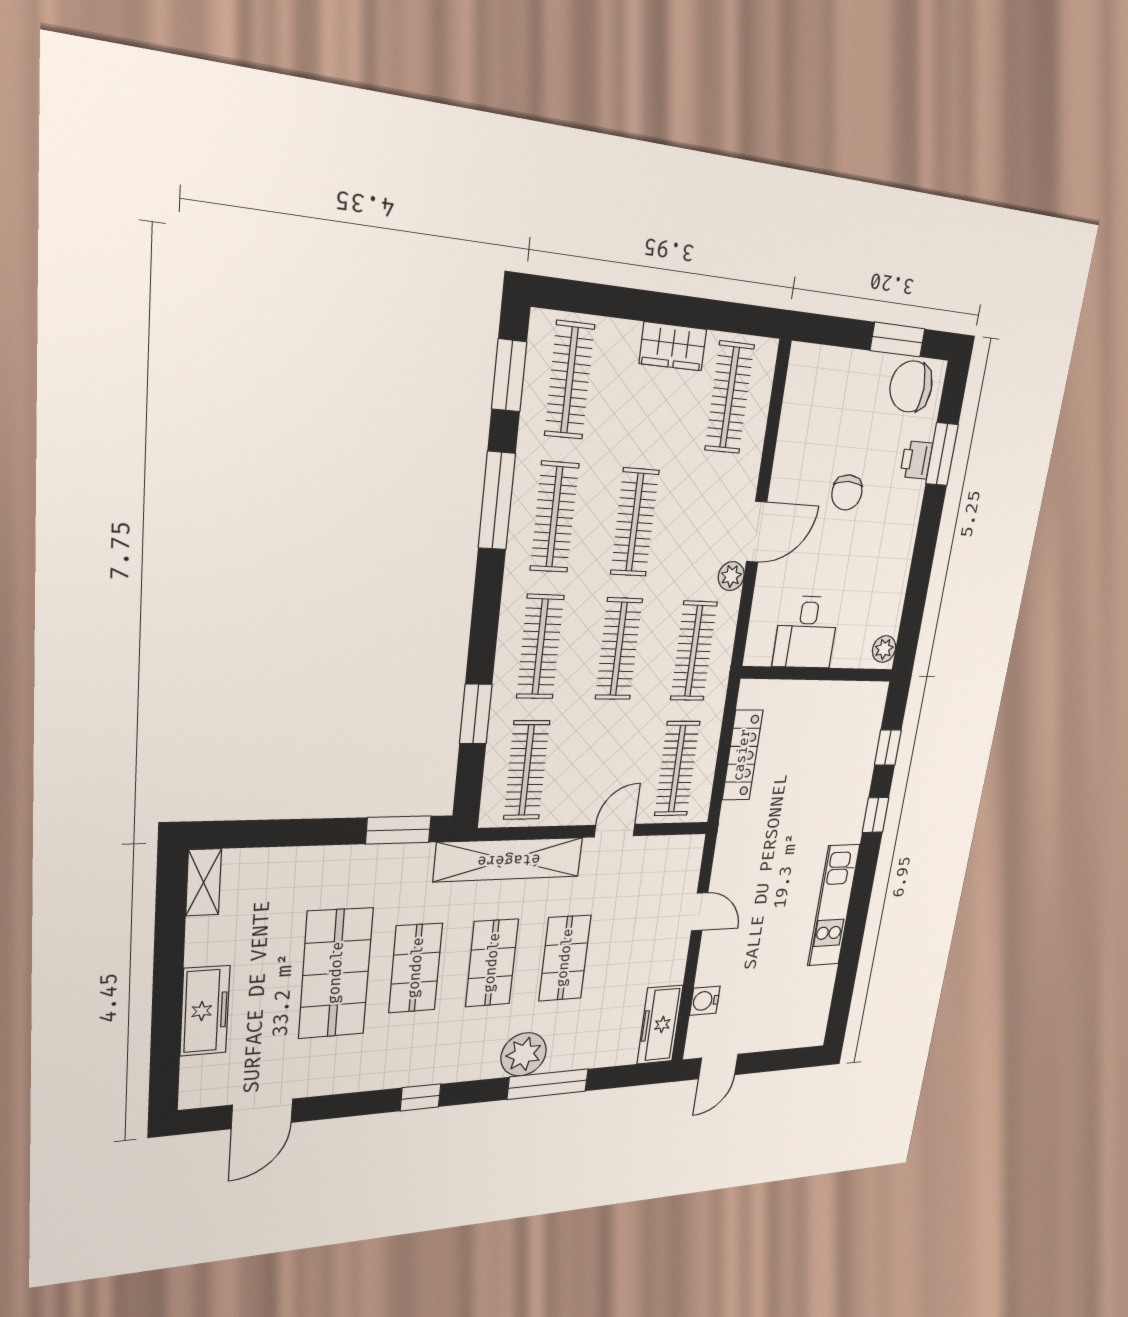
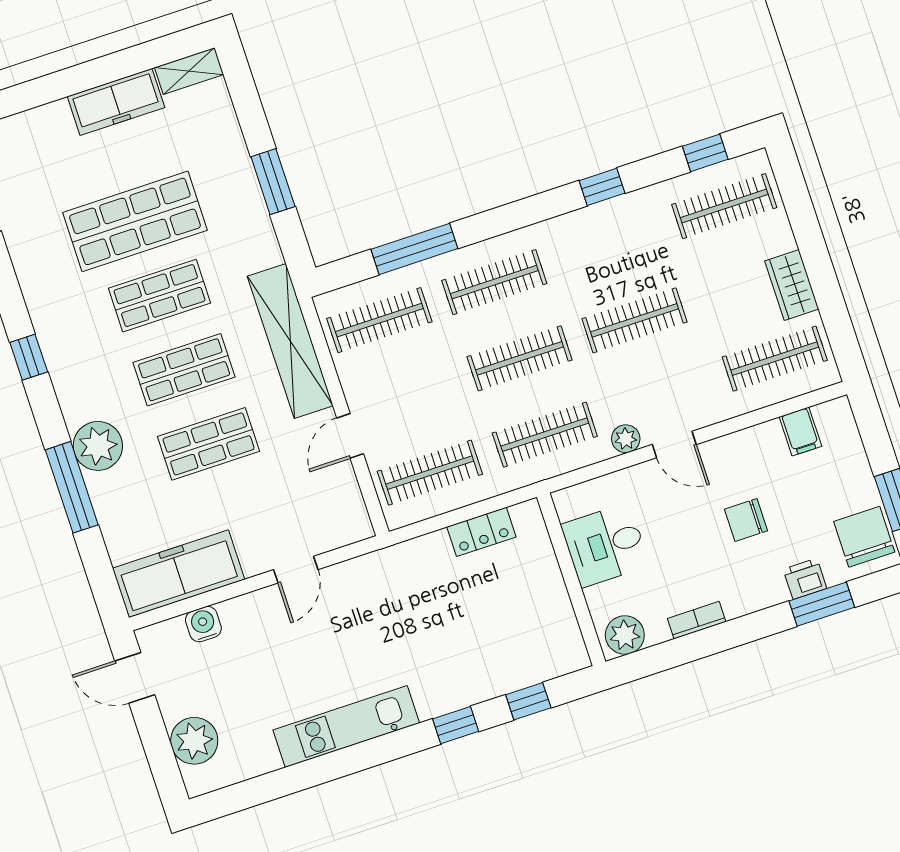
window: (509, 375) -> (705, 153), width x0.67
filing cabinet: (801, 404) -> (800, 432), added
window: (497, 501) -> (602, 187), width x0.46
clothes rail: (554, 517) -> (609, 244), removed
door: (757, 532) -> (674, 444), width x0.73
bookcase: (900, 575) -> (697, 620), added
plant: (884, 649) -> (625, 635), width x1.38, depth x1.38
window: (476, 714) -> (414, 249), width x1.44
locker: (742, 755) -> (481, 532), width x0.66
window: (398, 830) -> (273, 182), moved
door: (615, 830) -> (350, 436), swing flipped
freezer: (205, 1011) -> (116, 102), moved
freezer: (660, 1025) -> (179, 574), width x1.36, depth x1.26
plant: (785, 1031) -> (194, 741), added

